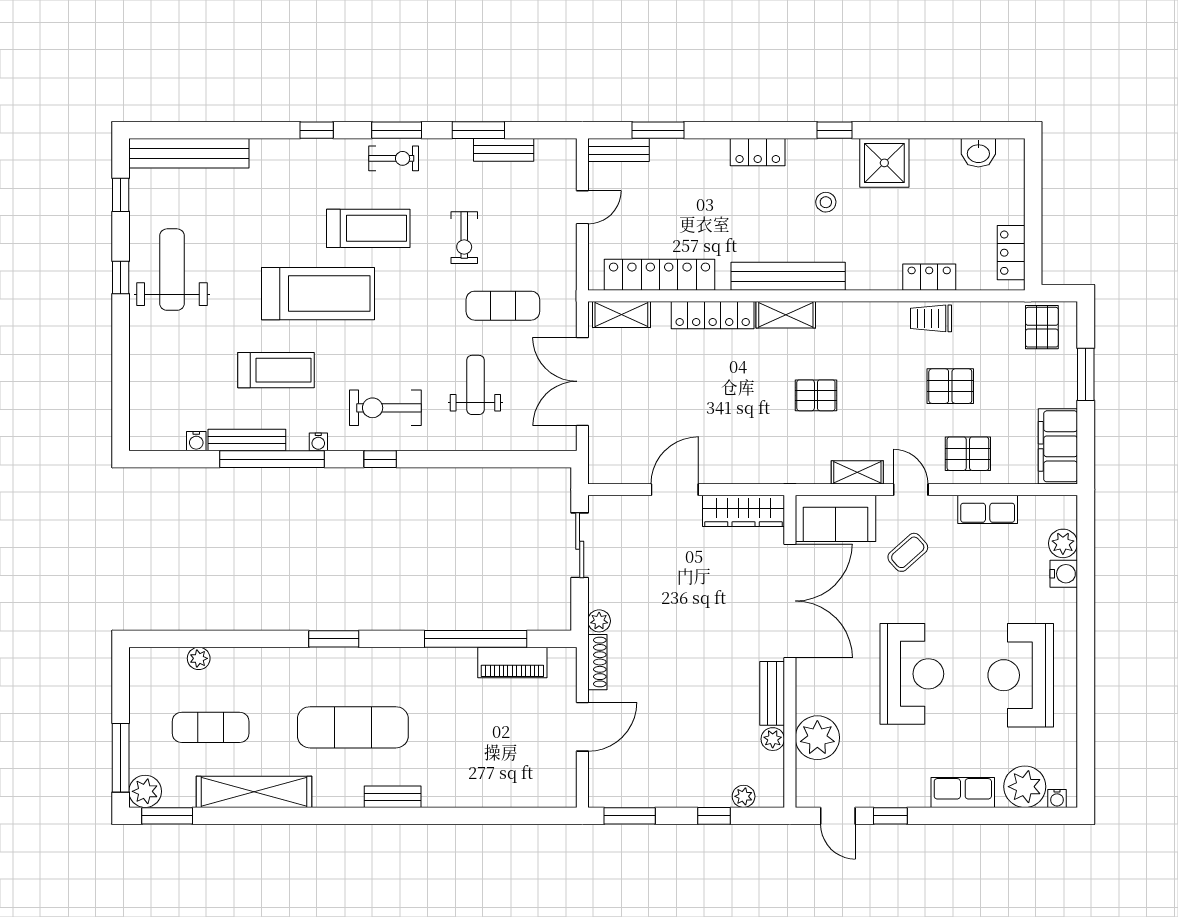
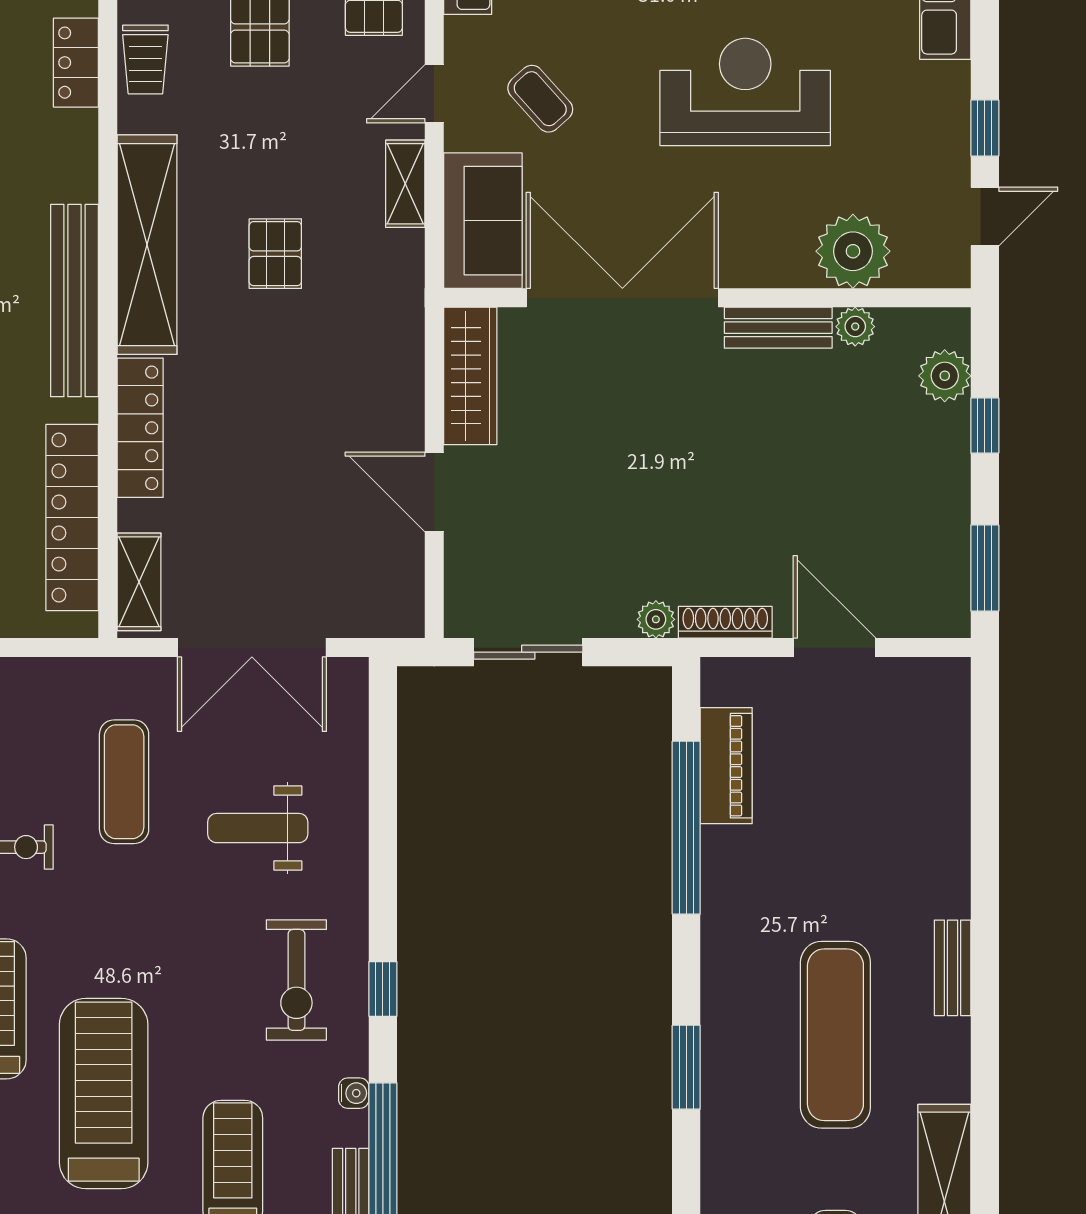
shelving: (786, 315) -> (147, 245), width x2.20, depth x1.33
plant: (744, 796) -> (945, 376), width x1.38, depth x1.38

